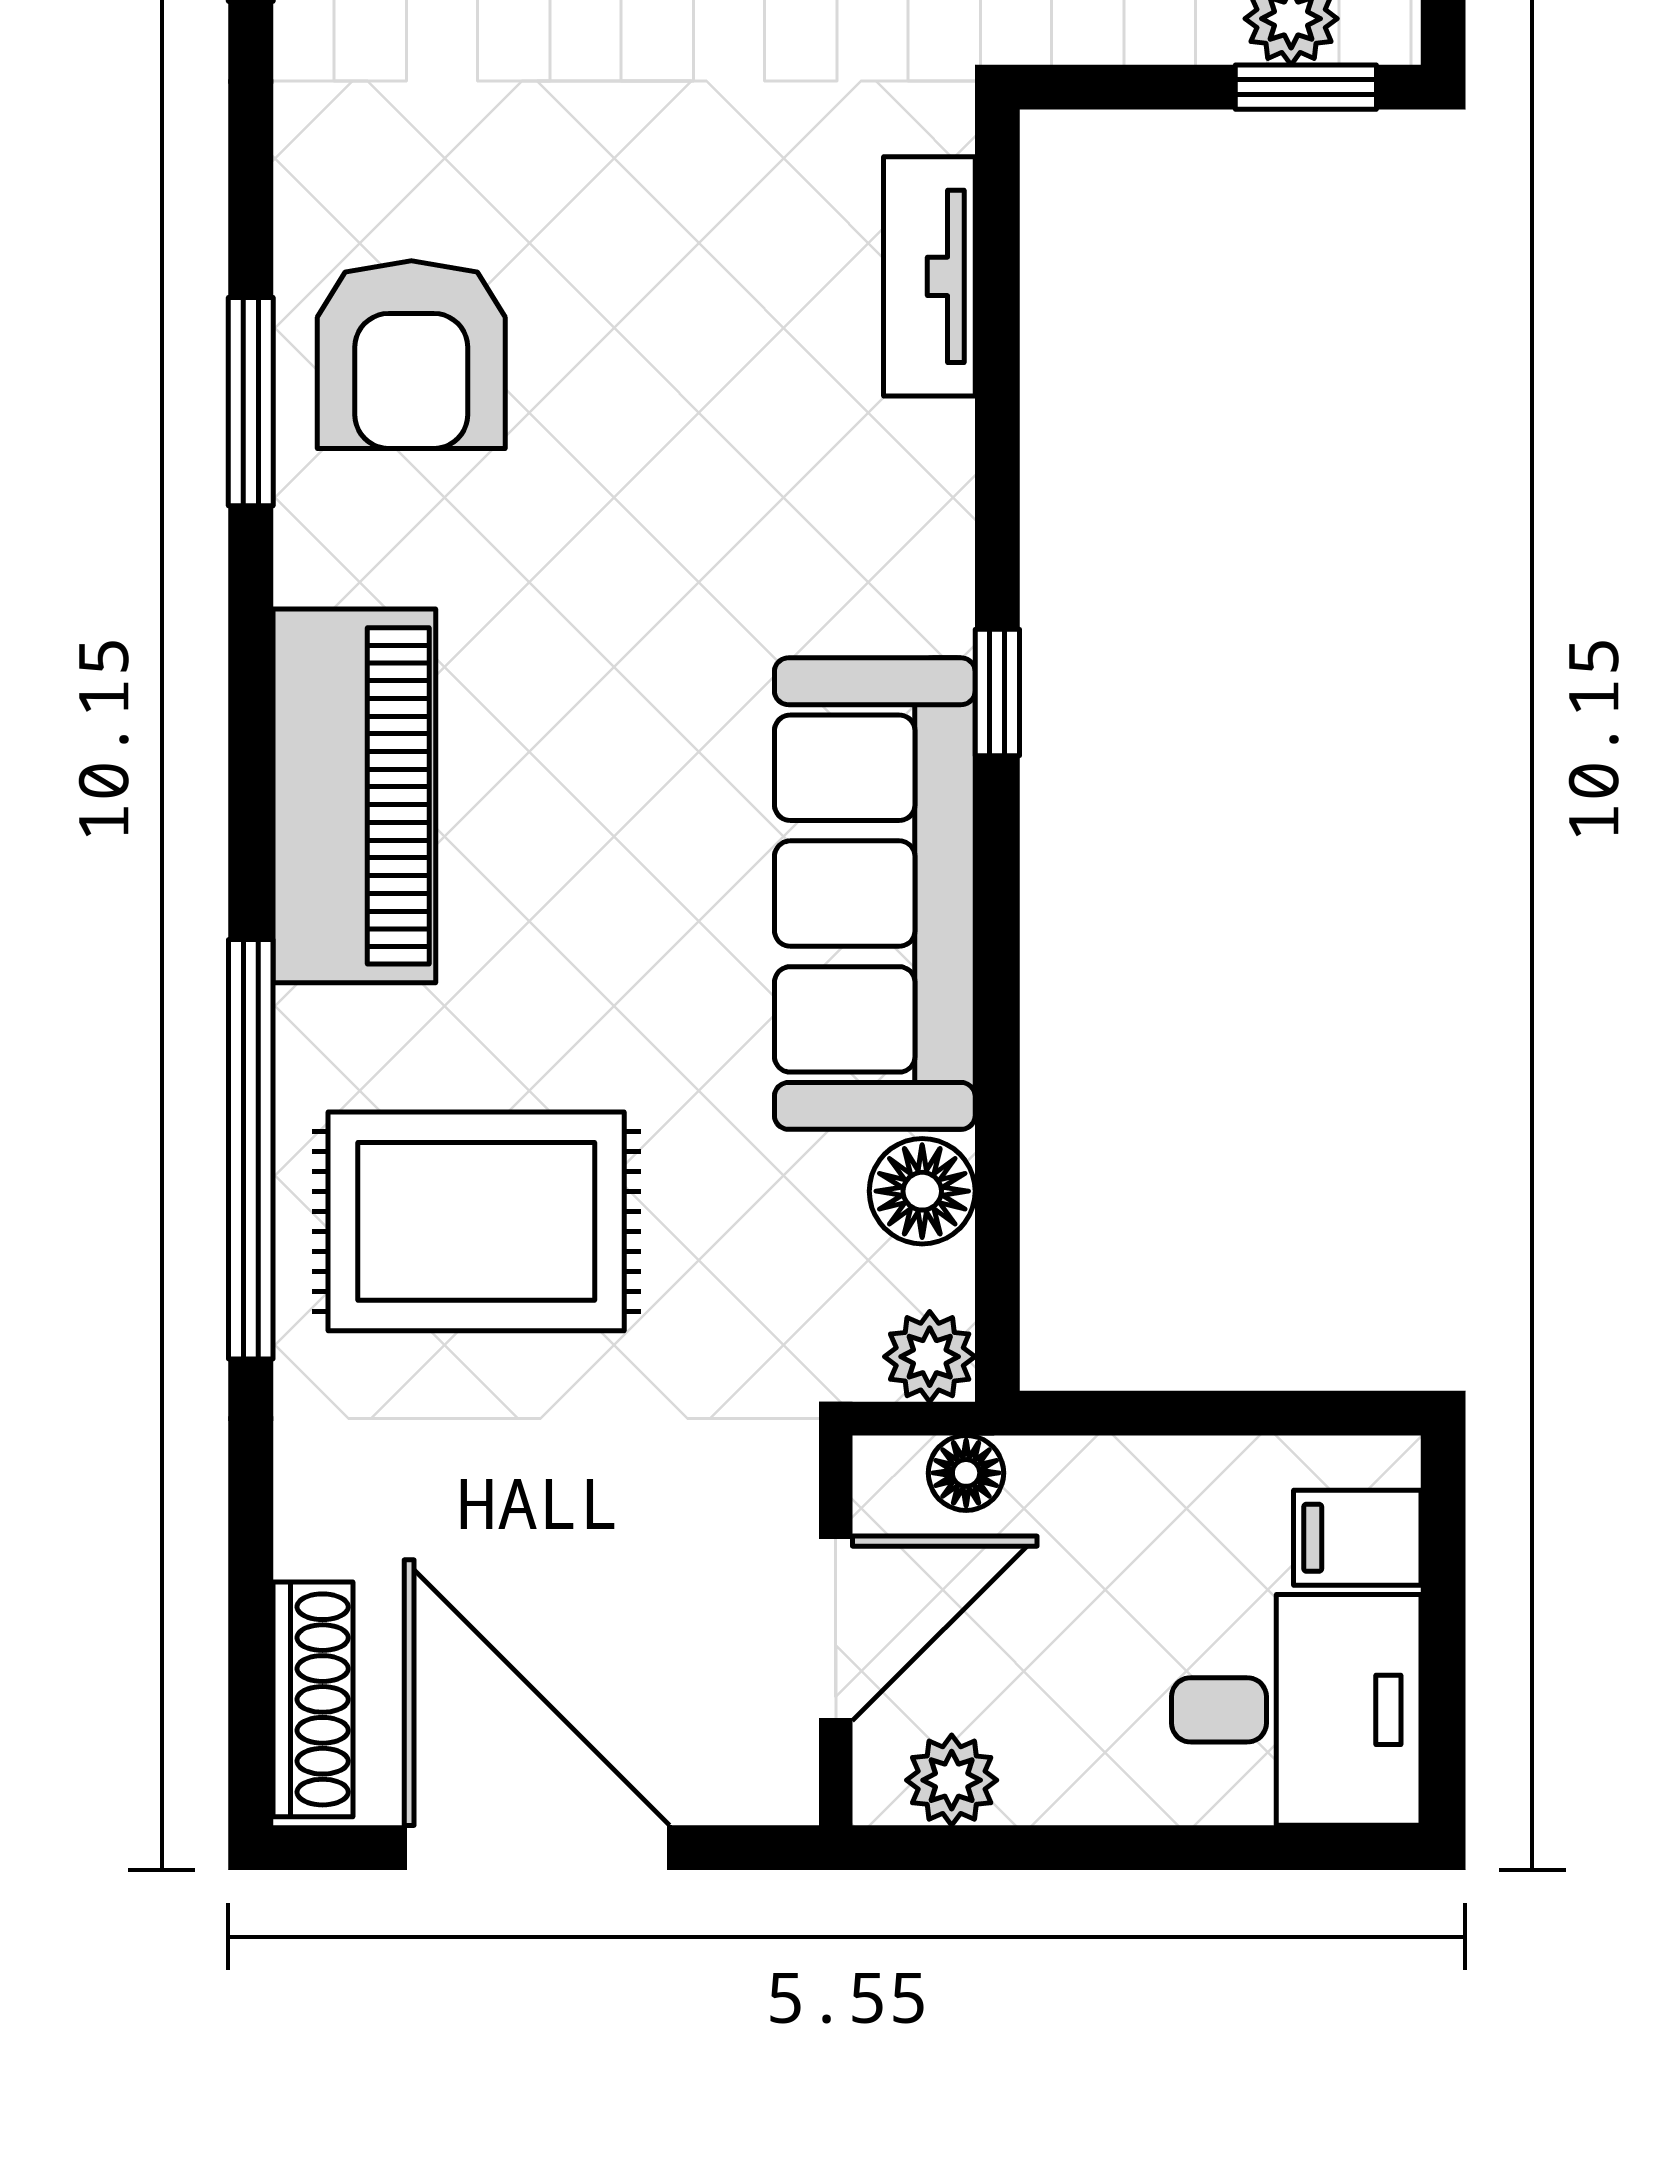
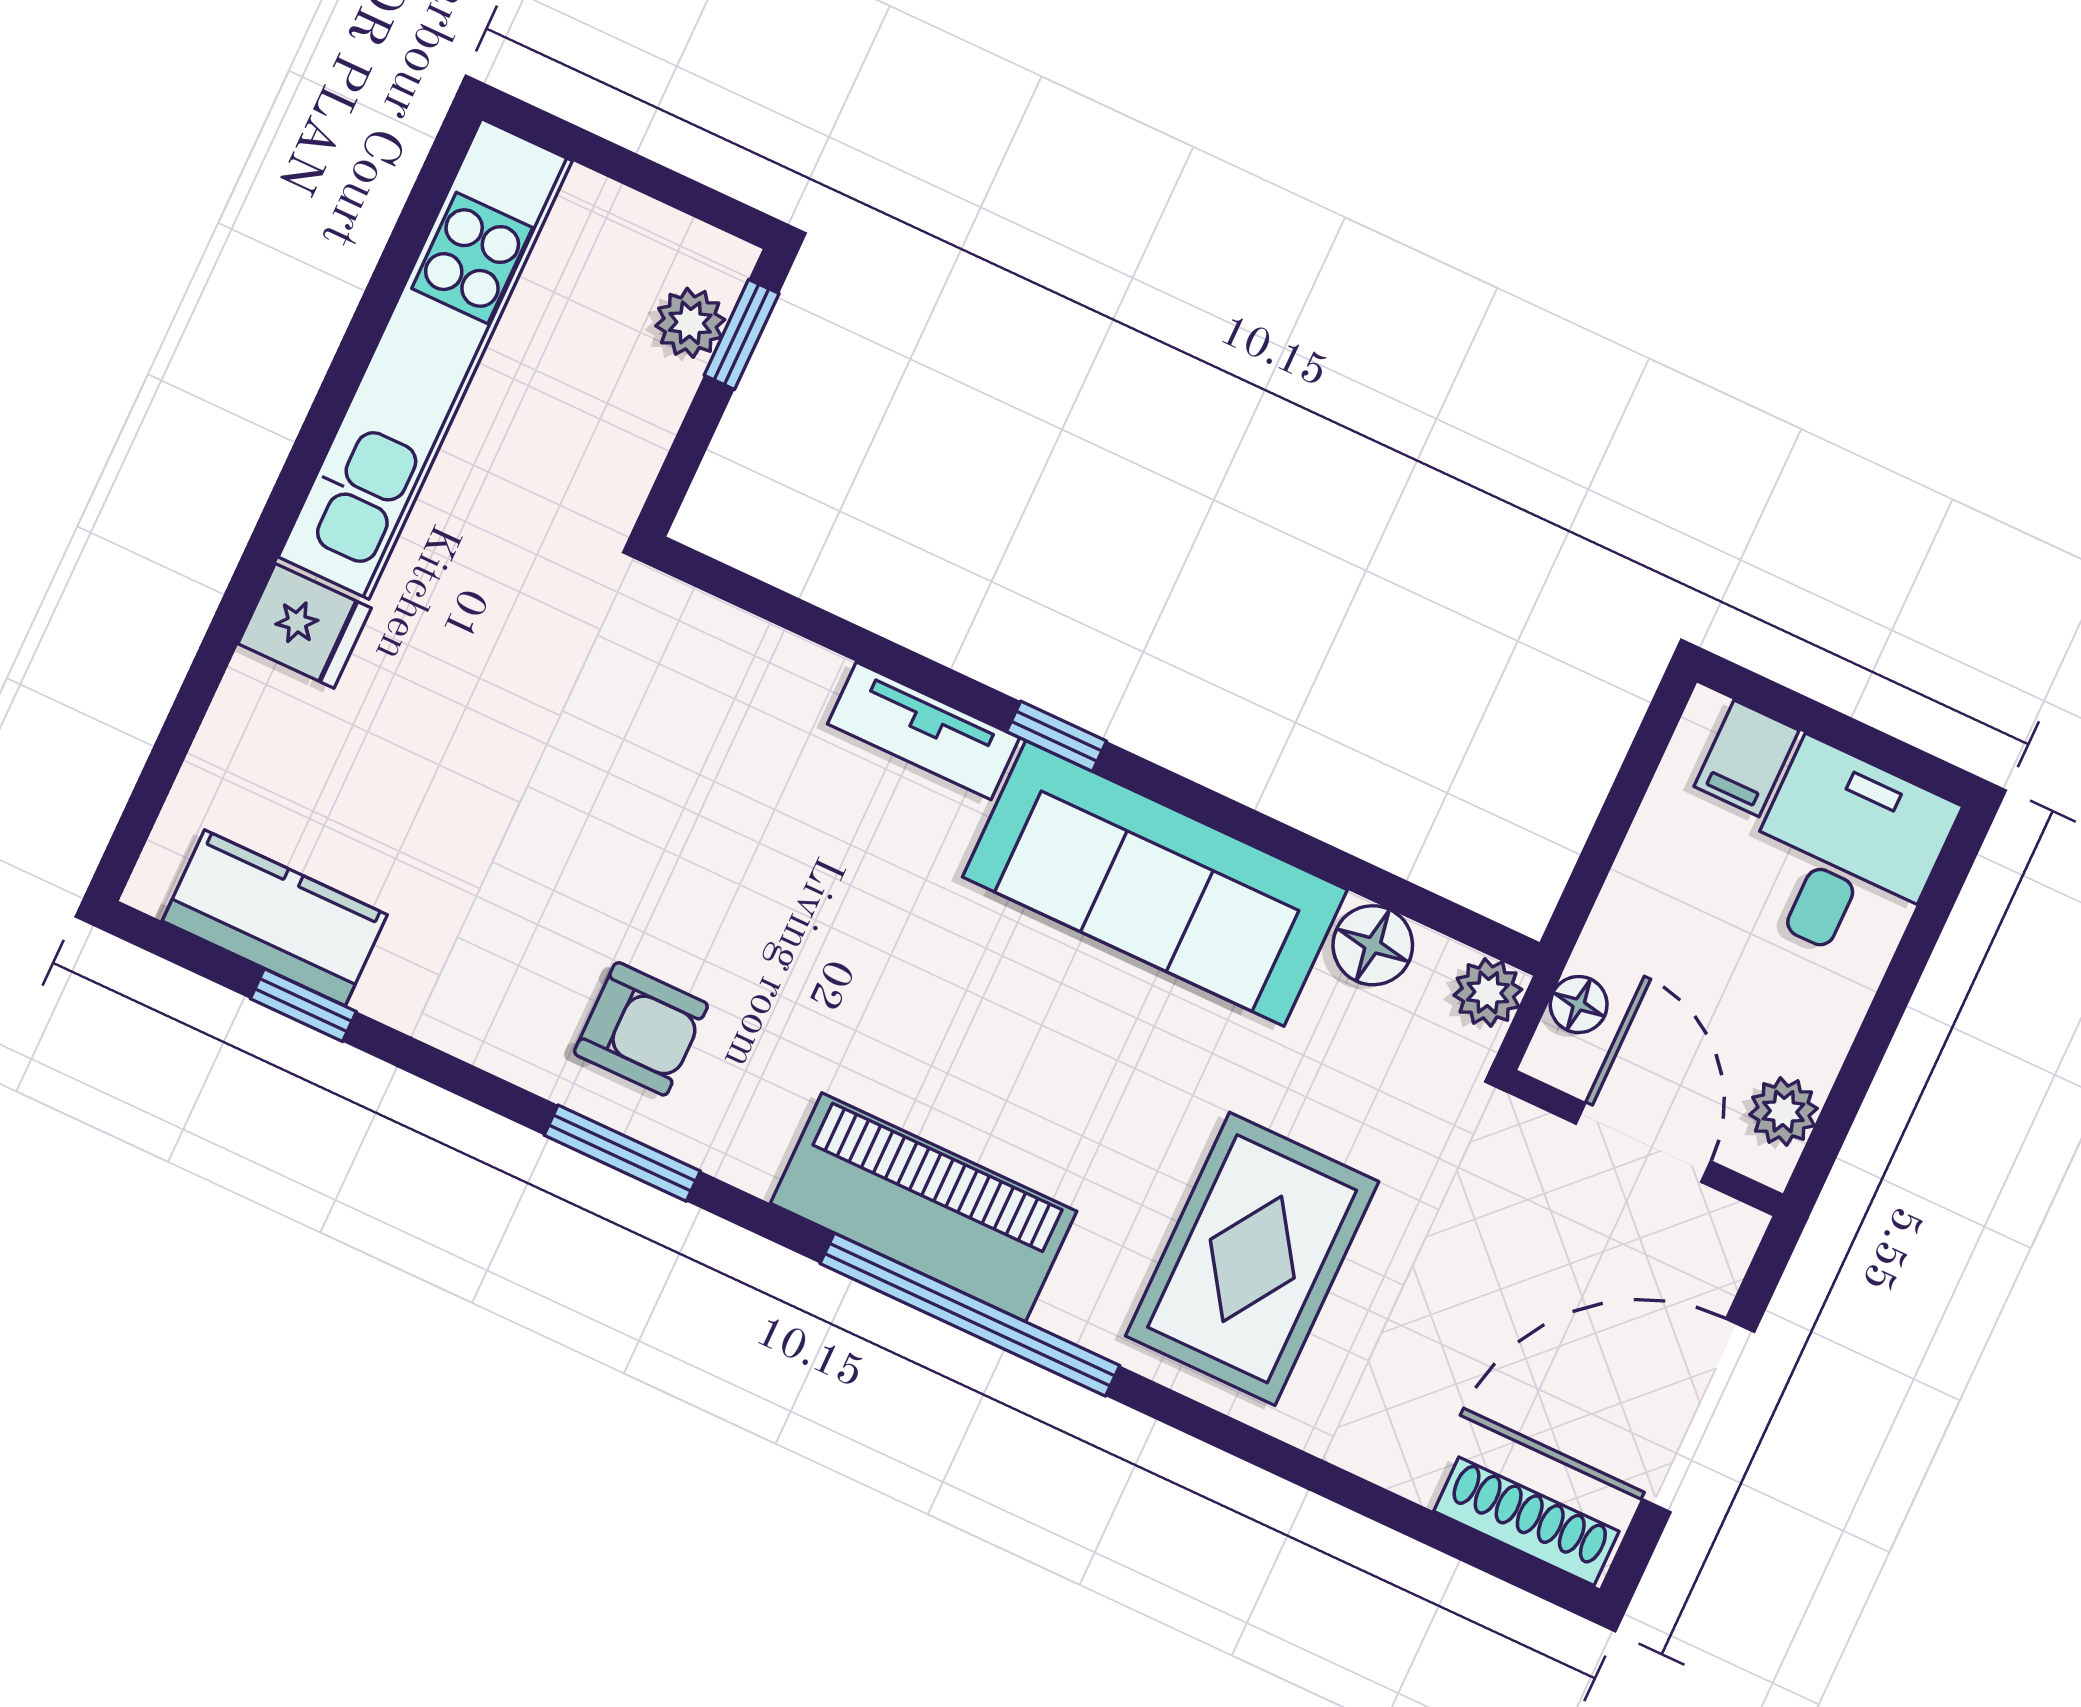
tv unit: (929, 276) -> (924, 731), moved
armchair: (411, 355) -> (641, 1029), width x0.72, depth x0.72
window: (251, 1149) -> (970, 1315), moved

